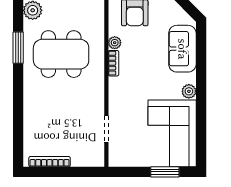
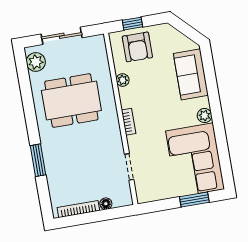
window: (18, 48) -> (38, 160), moved
bookcase: (113, 63) -> (129, 122), moved
floor lamp: (77, 161) -> (106, 204), added

